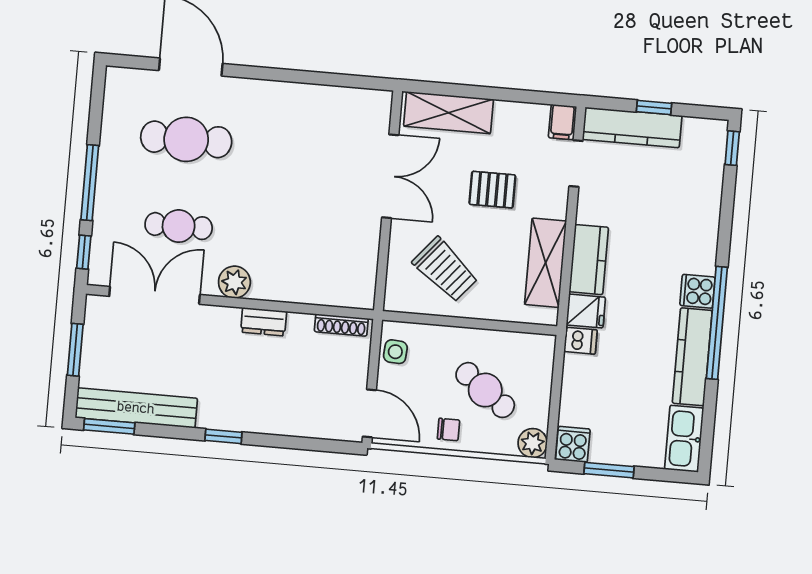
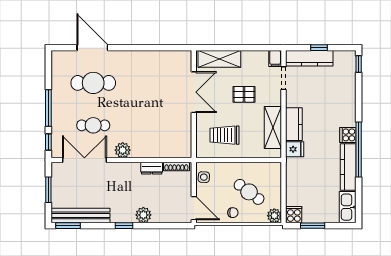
trolley: (445, 270) -> (225, 135), turned 140
dresser: (264, 322) -> (152, 168), moved
dishwasher: (581, 341) -> (293, 164), removed
plant: (265, 418) -> (143, 215), added

